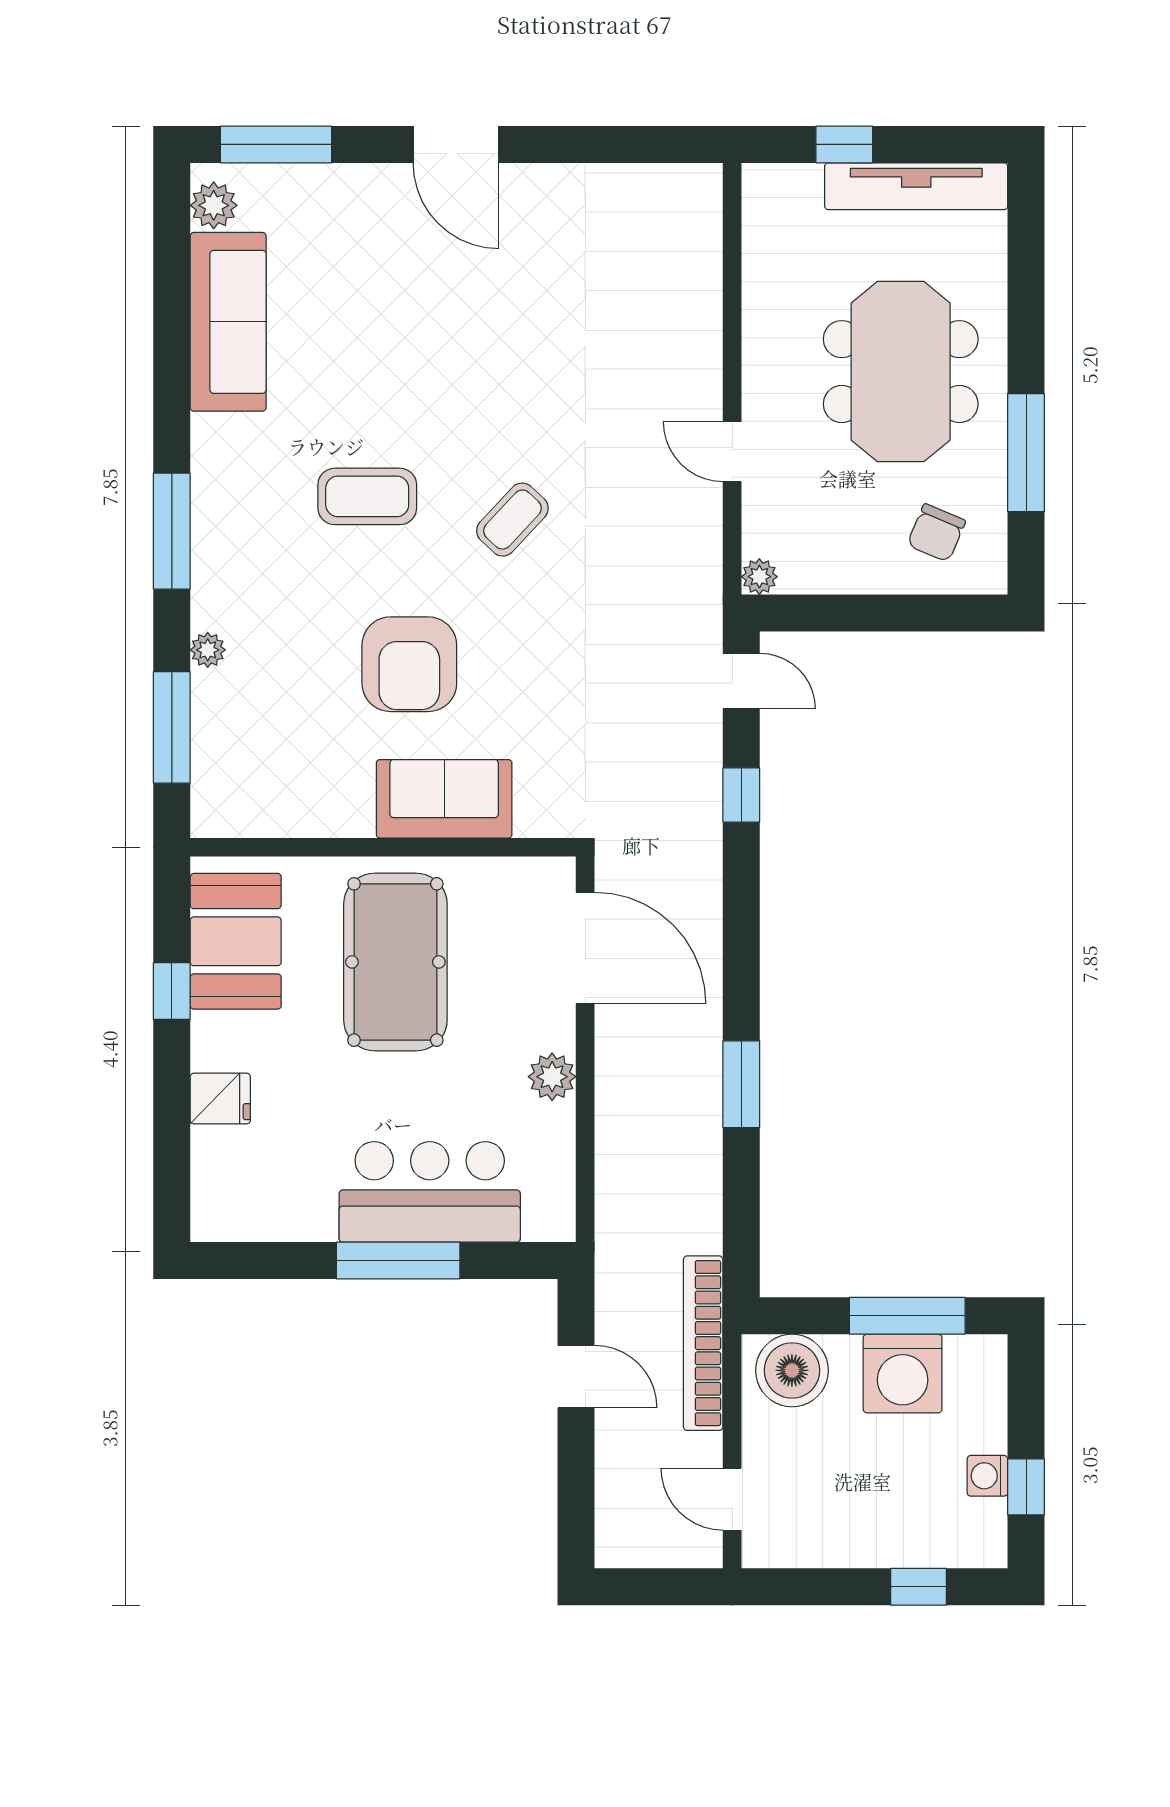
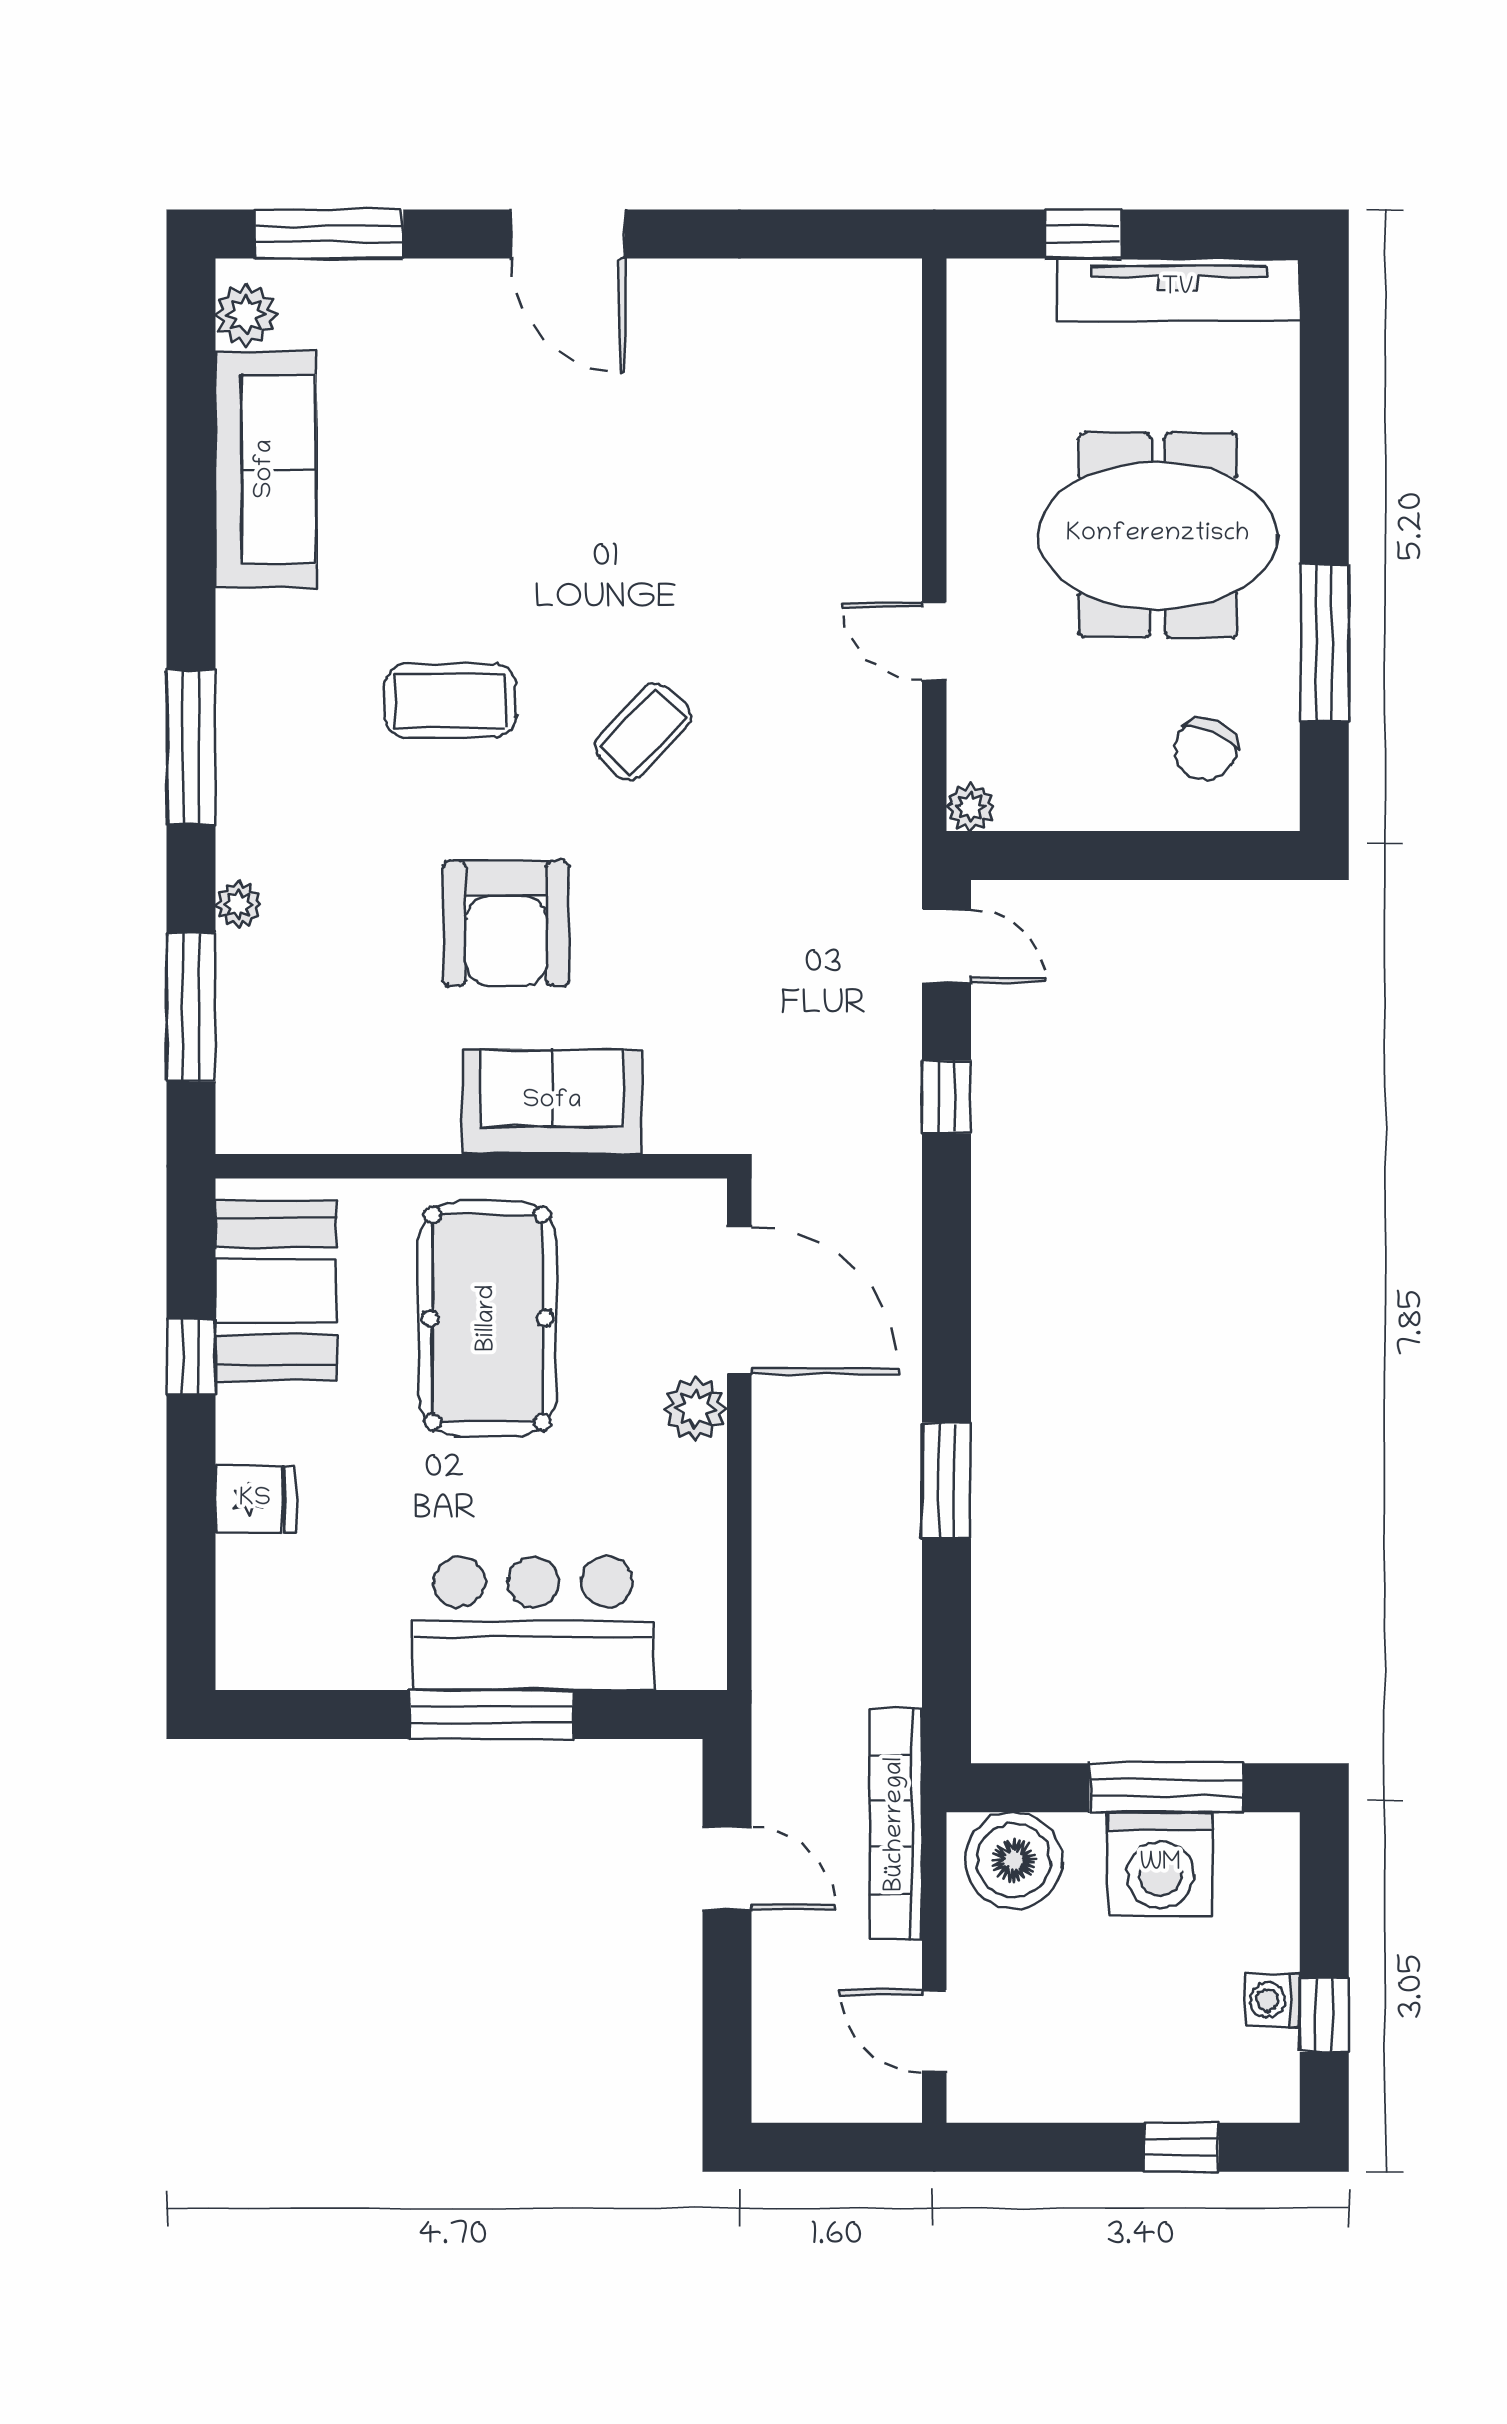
meeting table: (901, 372) -> (1158, 535), turned 90
plant: (552, 1077) -> (695, 1409), moved

